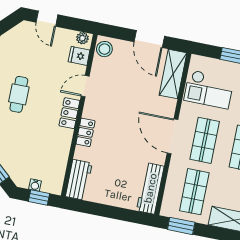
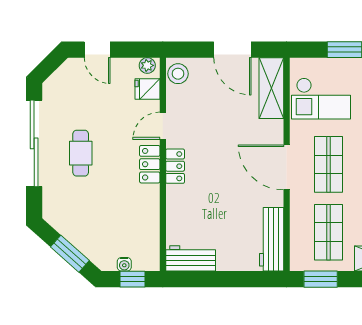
locker: (85, 132) -> (175, 166), moved
workbench: (79, 180) -> (191, 258), moved, turned -90

